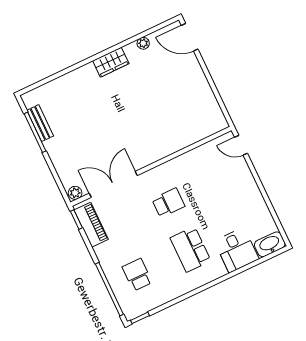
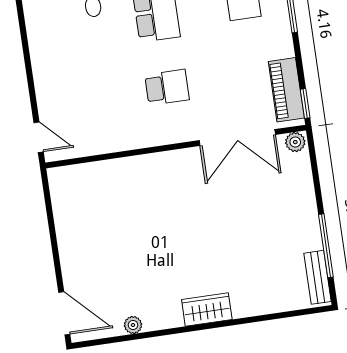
wardrobe: (111, 62) -> (207, 309), moved
bench: (40, 123) -> (318, 277), moved
school desk: (168, 203) -> (167, 87), turned 180

